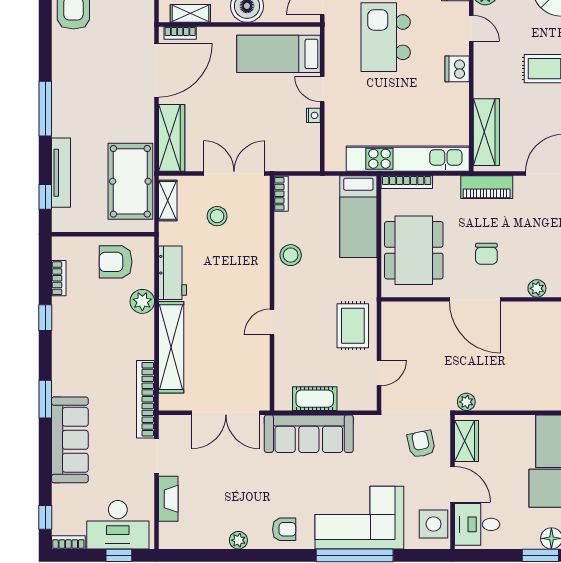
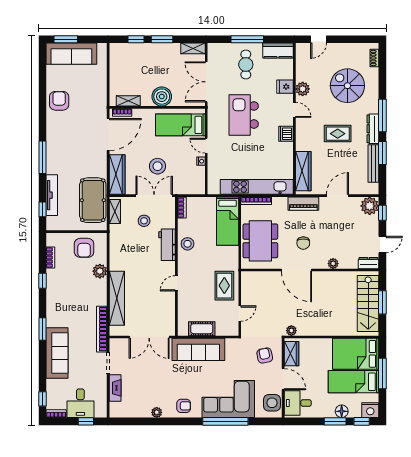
stool: (240, 124) -> (158, 166), added
armchair: (116, 262) -> (84, 248), turned -90
workbench: (172, 273) -> (167, 245), moved, turned 180
desk: (118, 525) -> (80, 403), width x0.73

